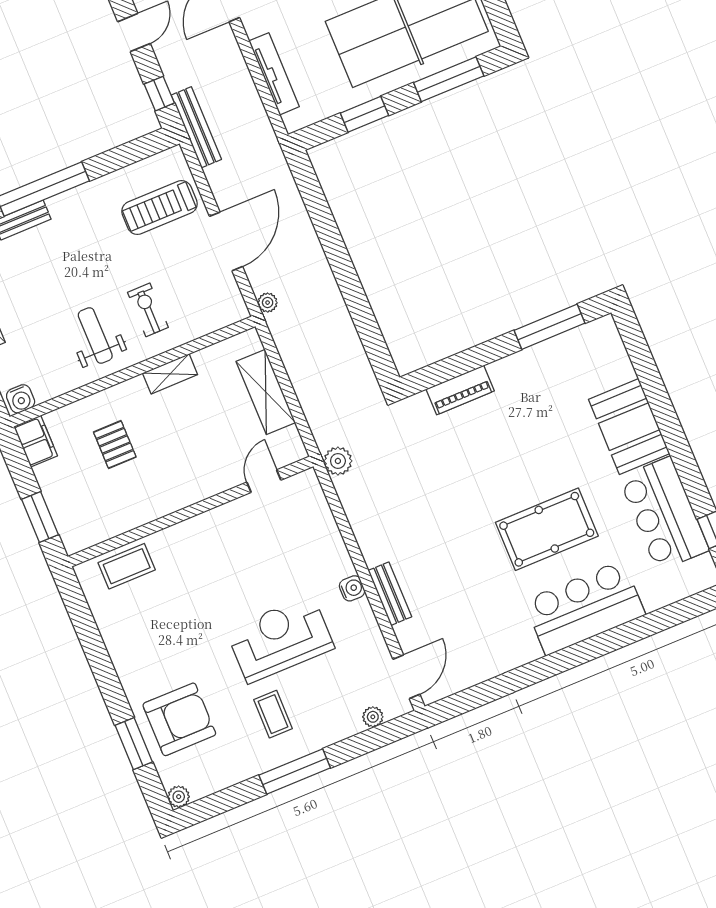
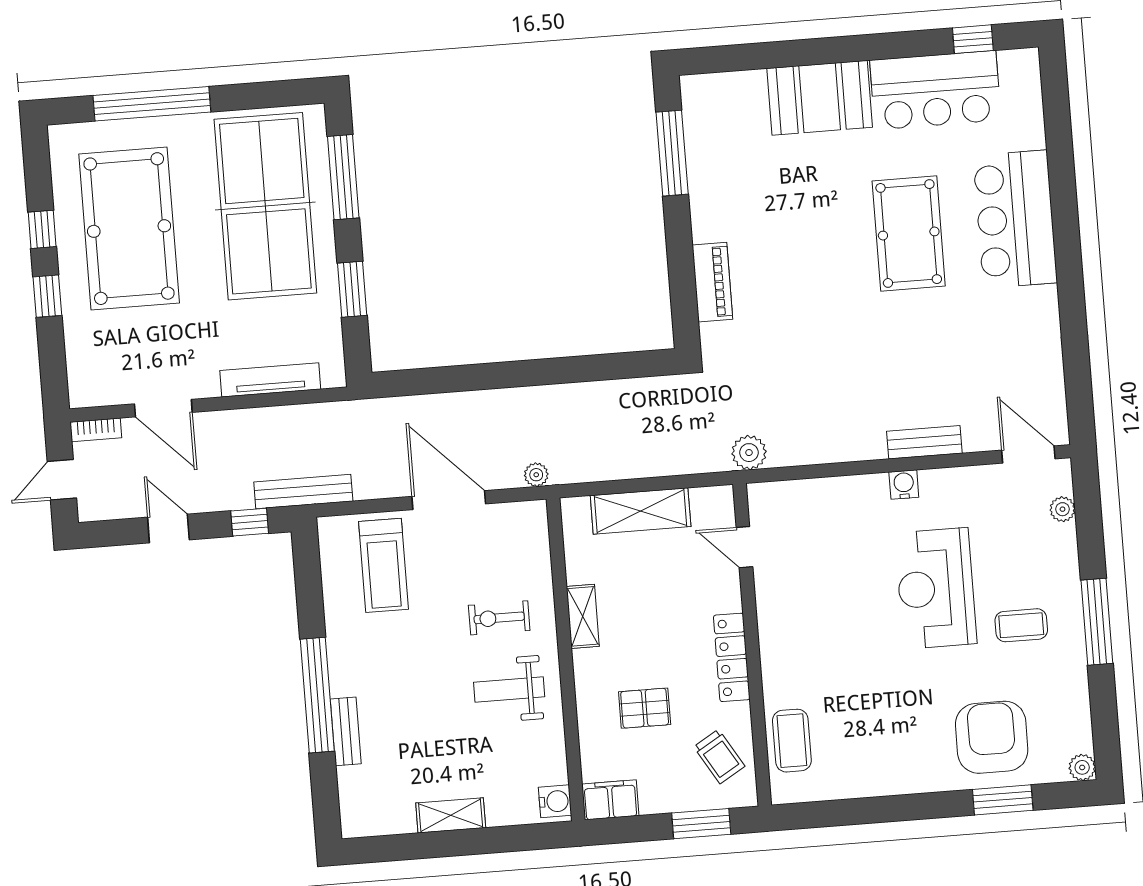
locker: (176, 499) -> (732, 657), added
trolley: (96, 514) -> (719, 757), added

